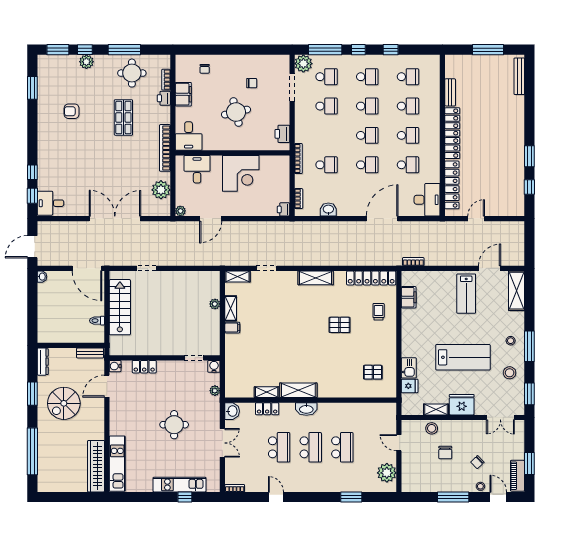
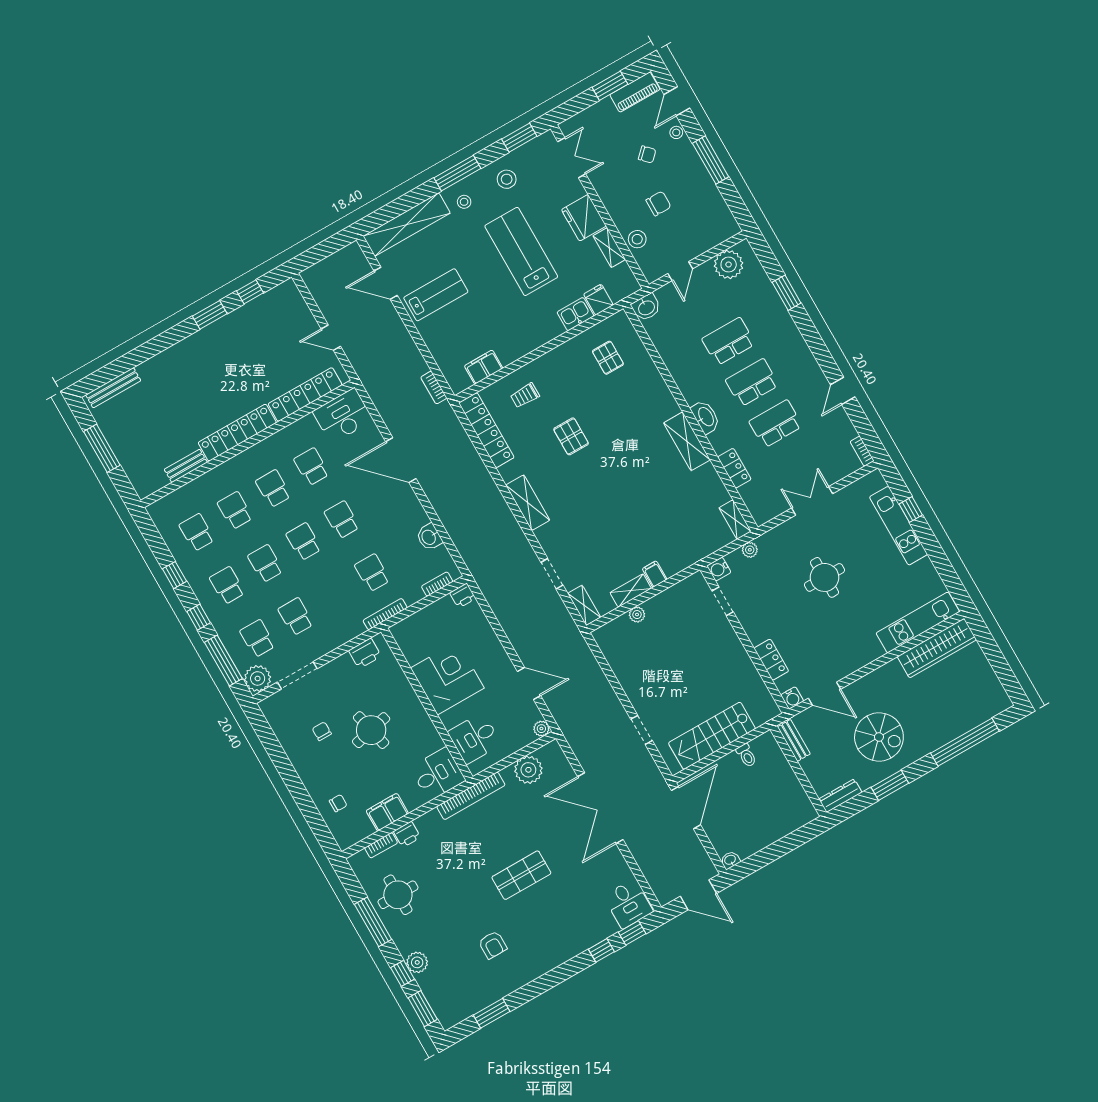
shop shelf: (123, 117) -> (521, 875), moved
shelving: (516, 291) -> (407, 224), width x1.47
shelving: (267, 392) -> (735, 520), moved
washbasin: (232, 411) -> (646, 307), moved, turned 180

